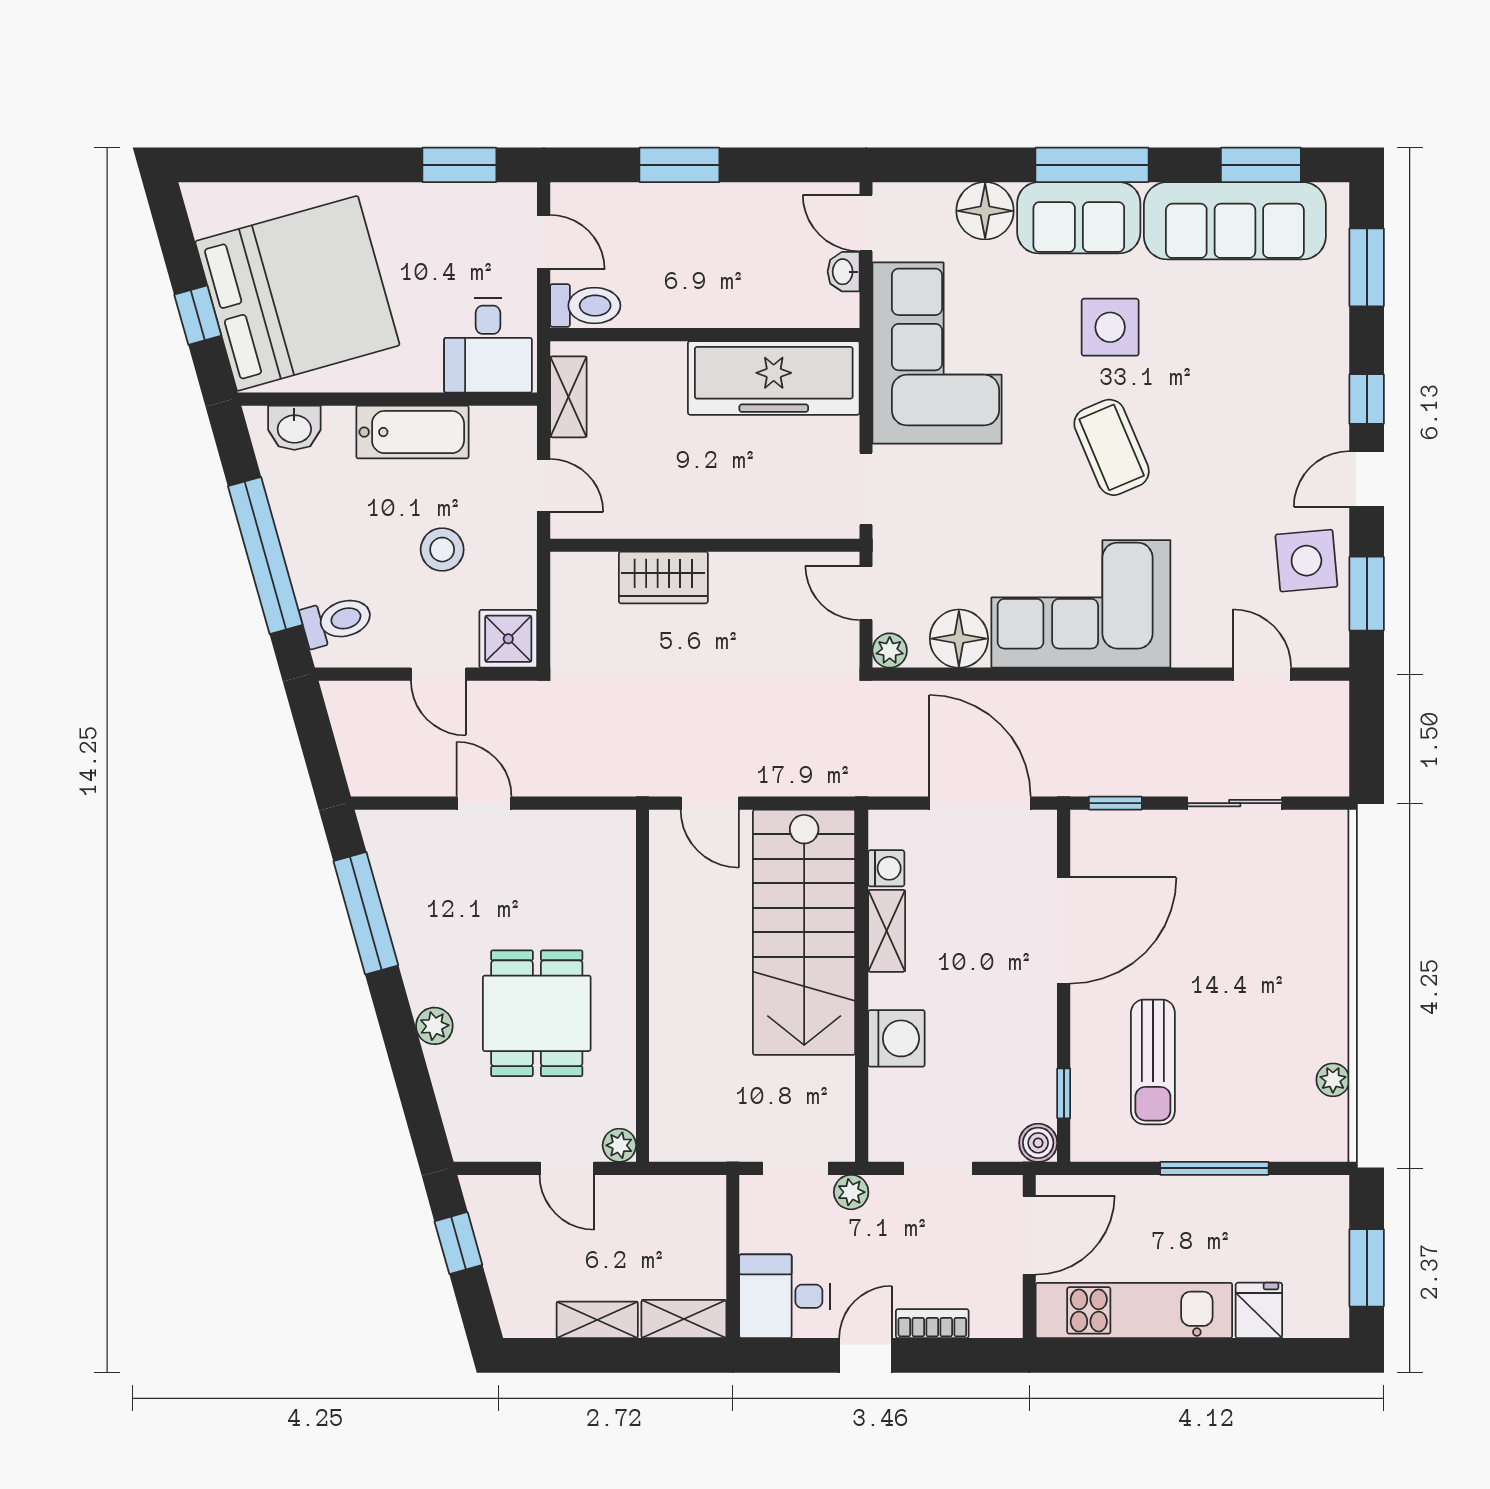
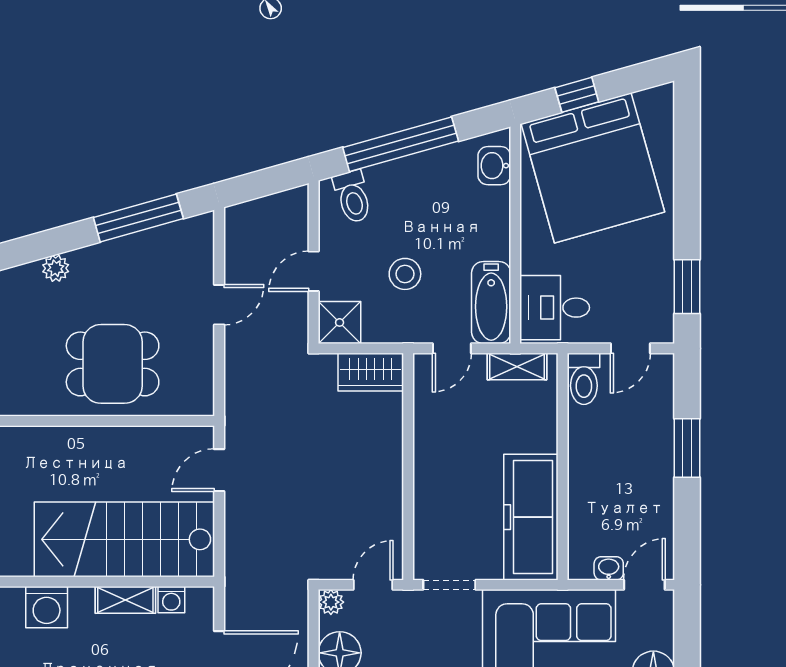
bathtub: (412, 432) -> (491, 303), moved
wardrobe: (663, 578) -> (371, 372), moved, turned -90
dining table: (537, 1013) -> (113, 364), moved

